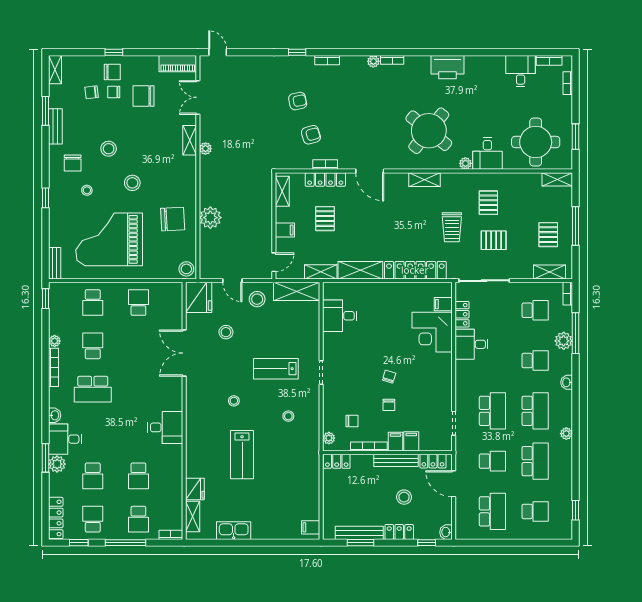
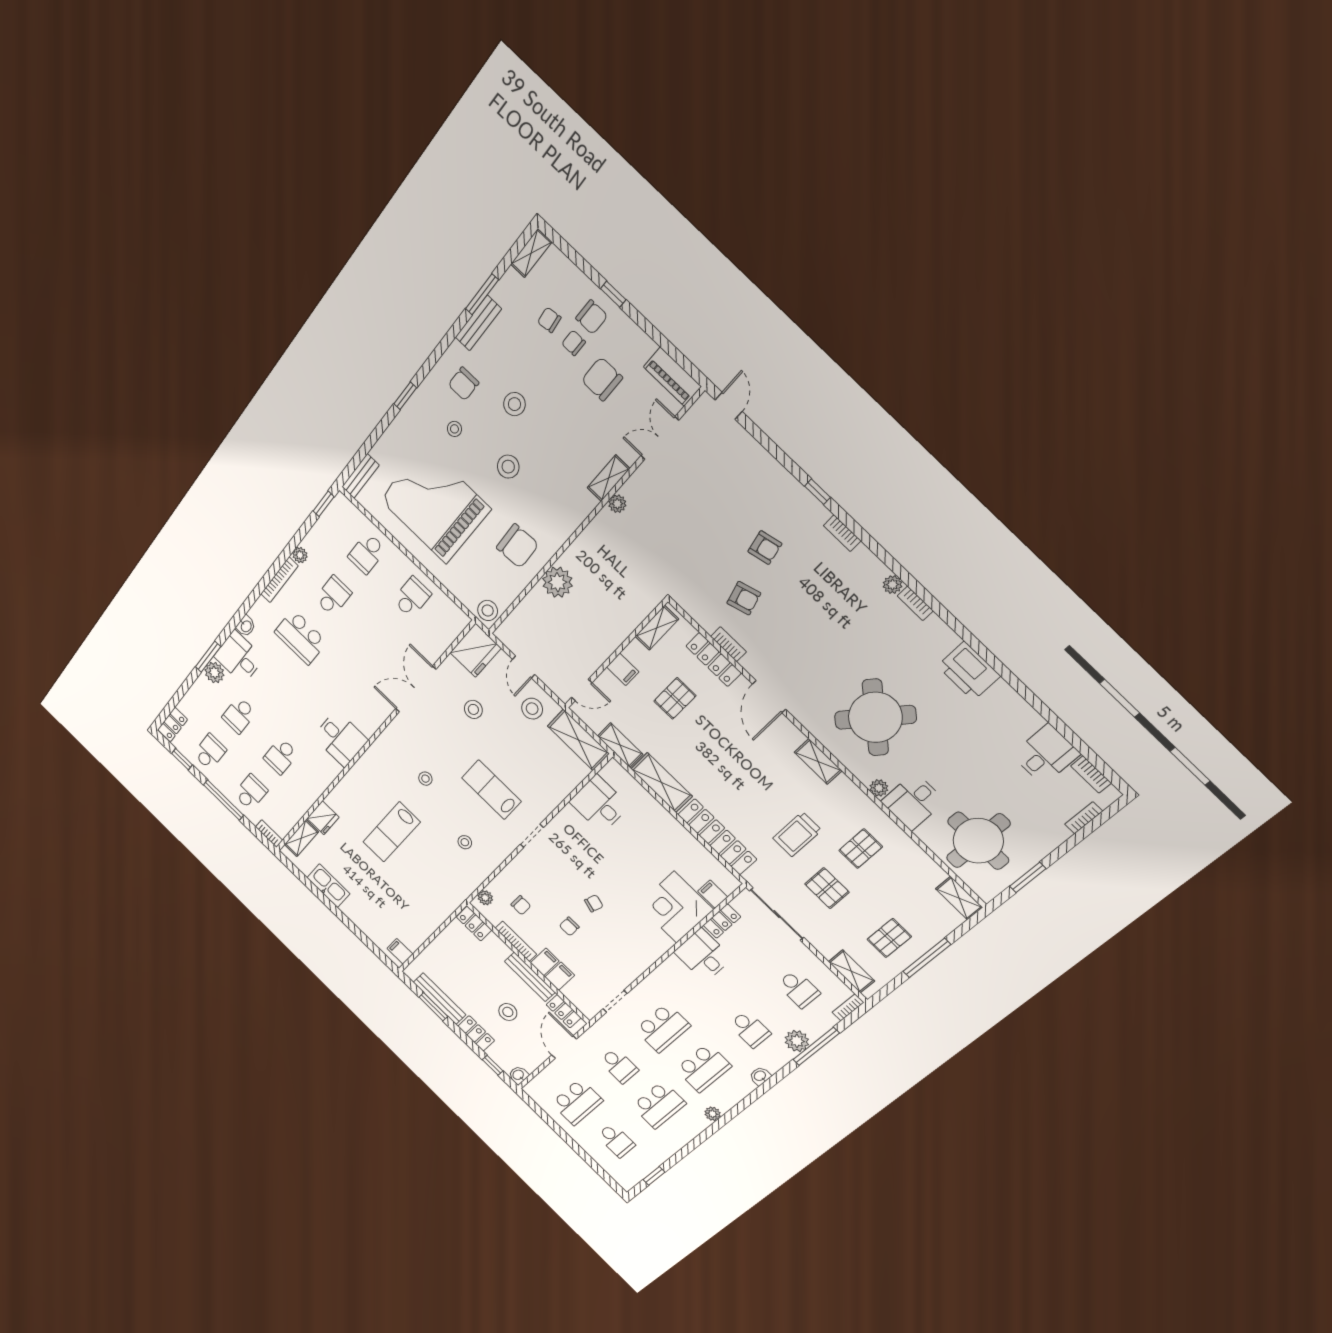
locker: (56, 518) -> (173, 725), width x0.66
school desk: (138, 519) -> (251, 792), turned 180

